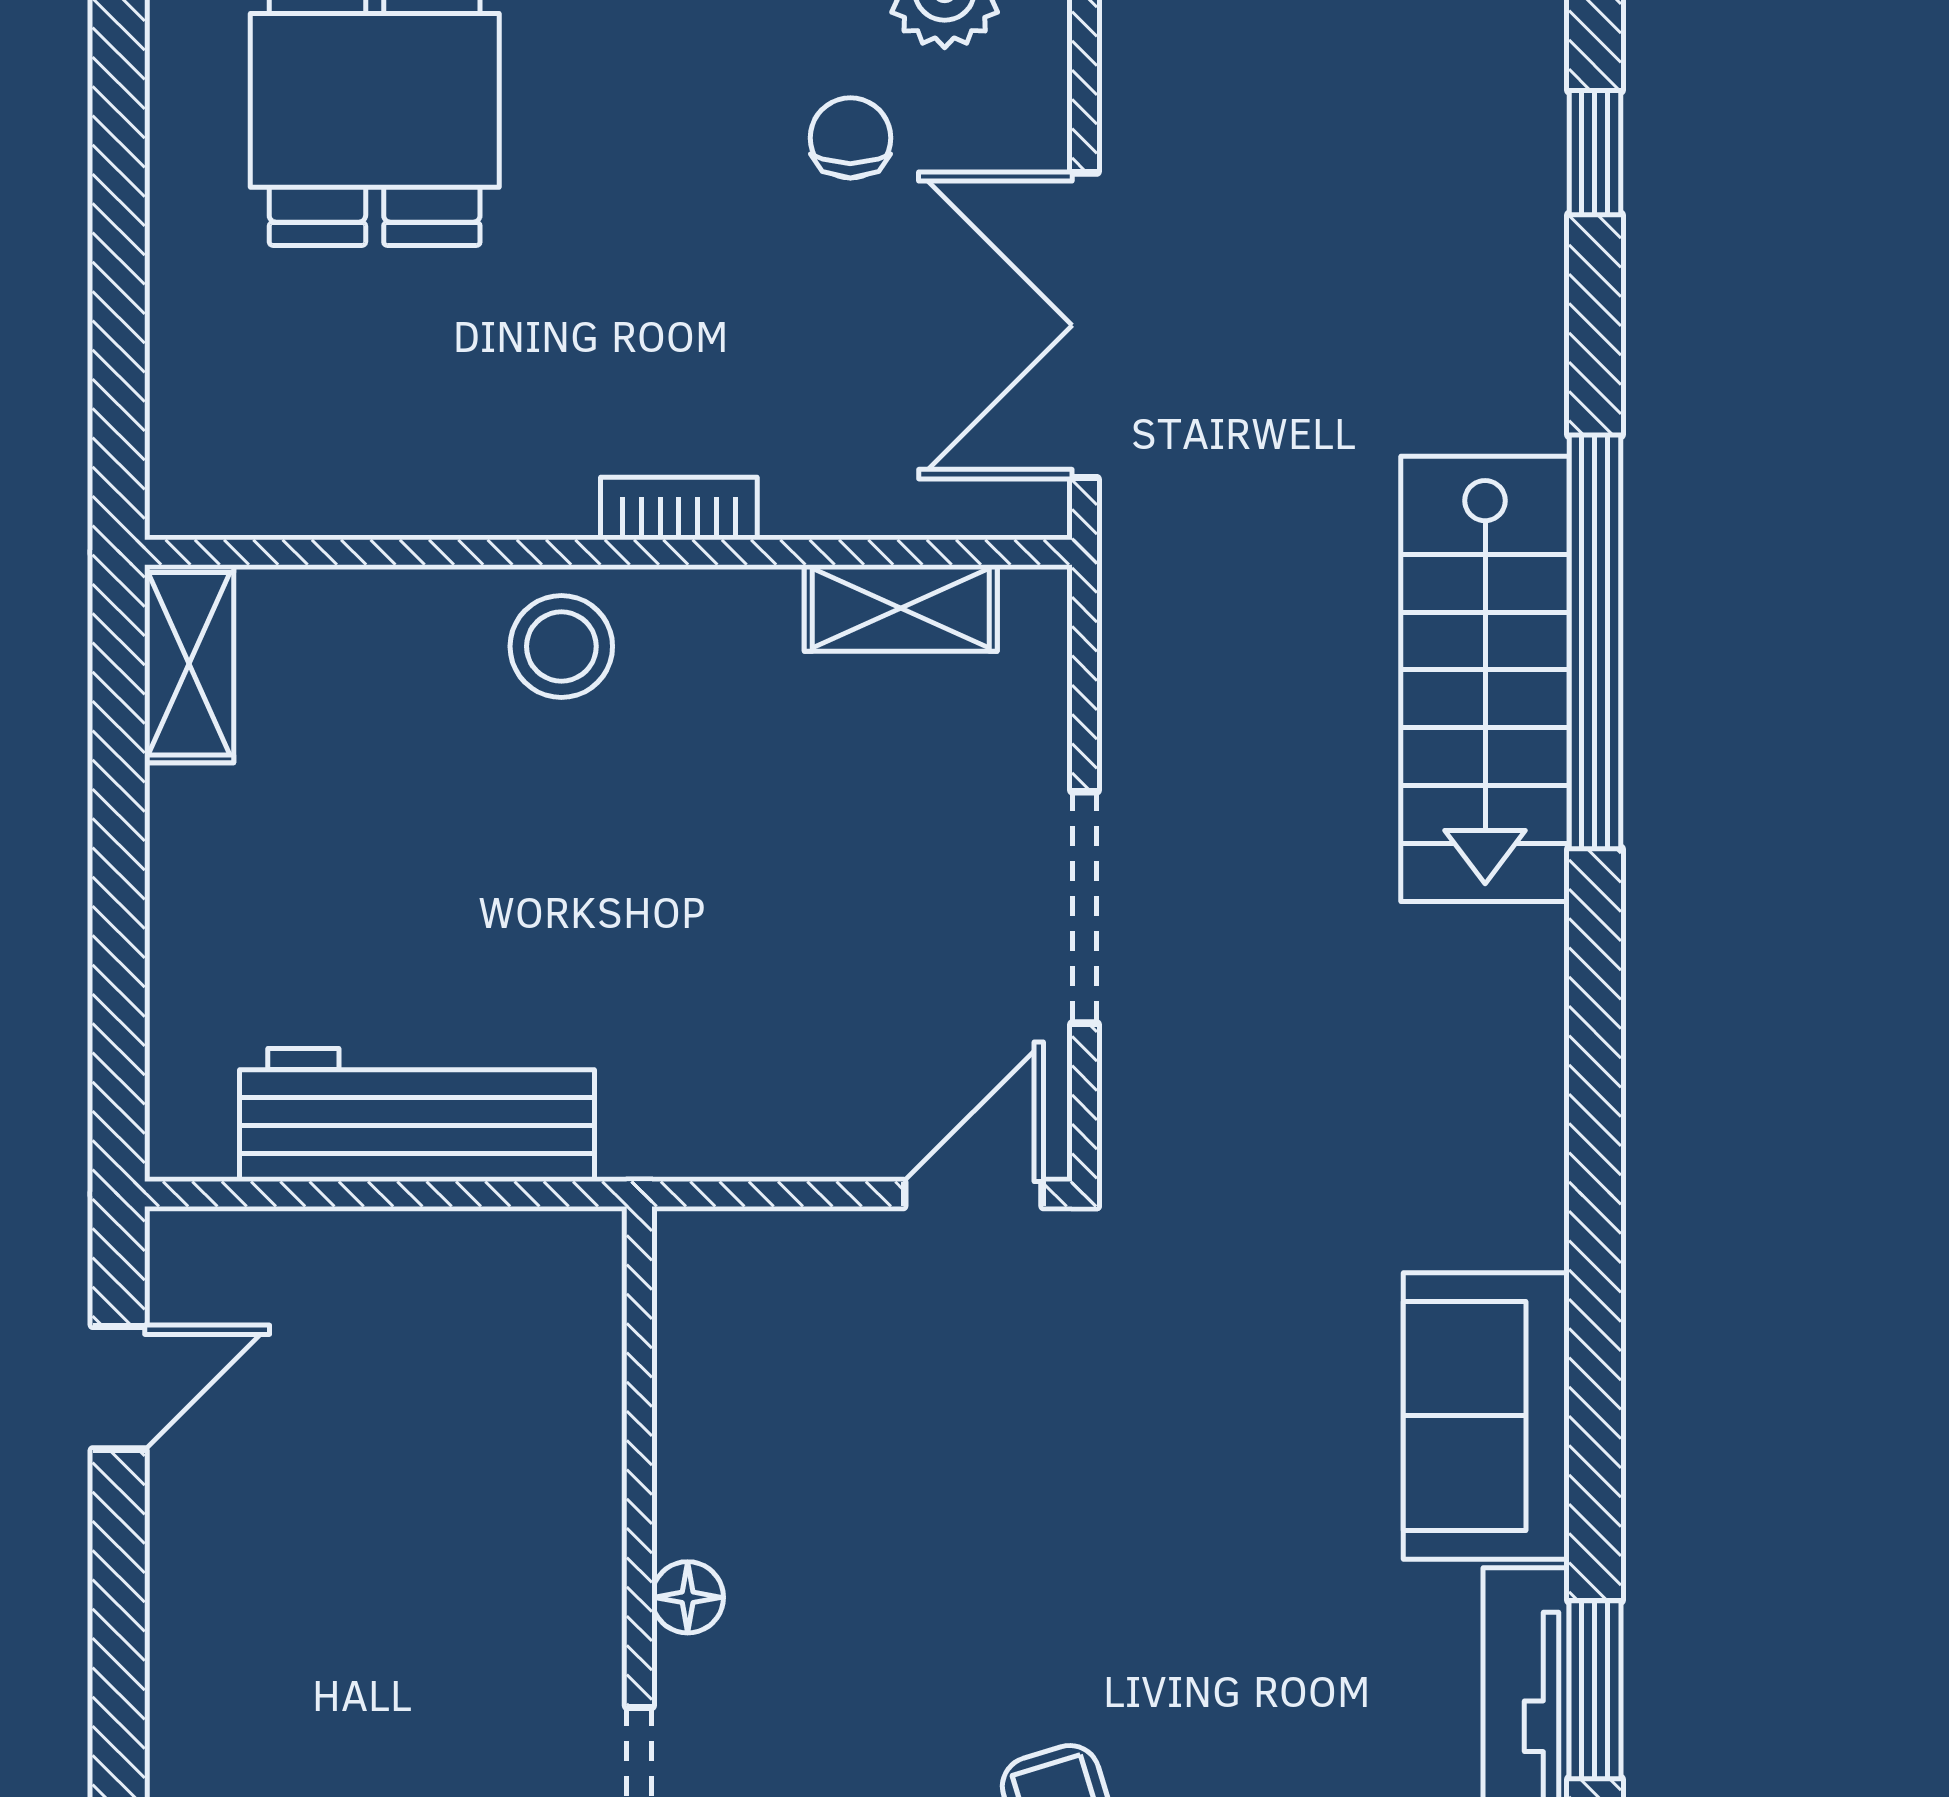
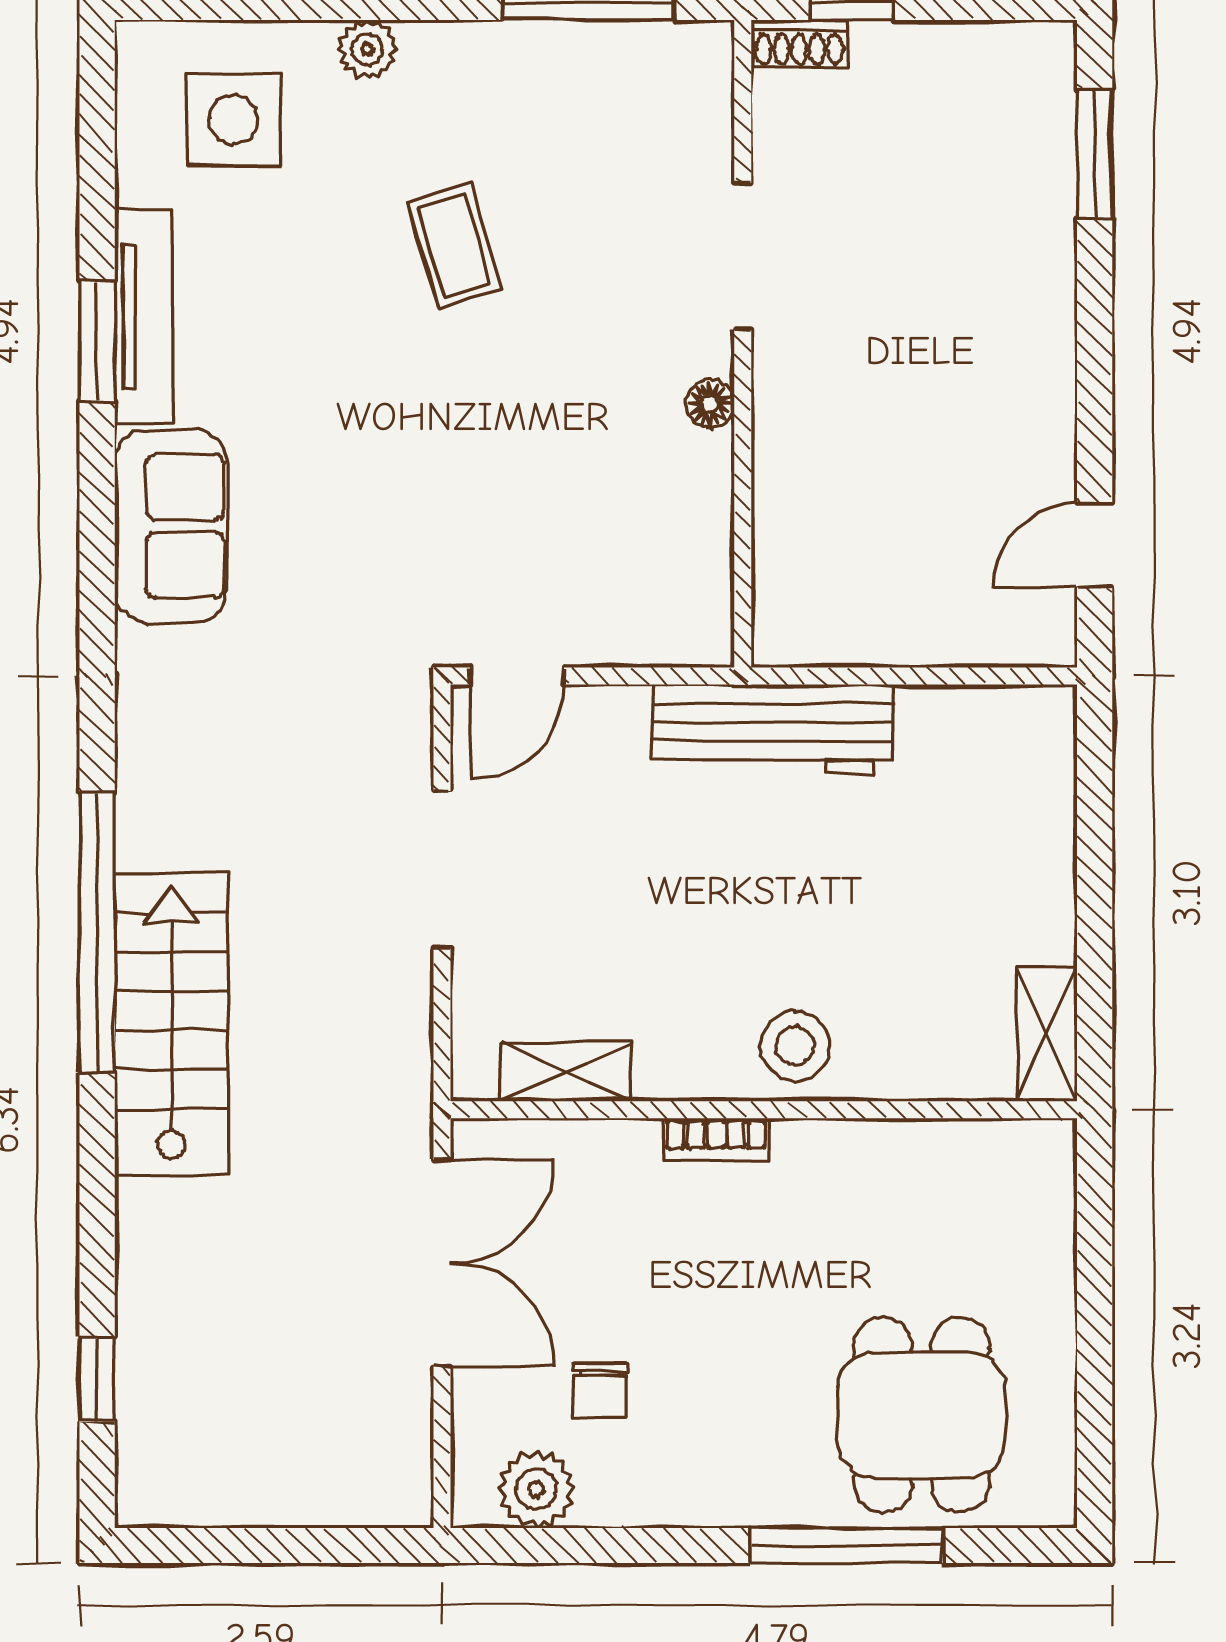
window: (1595, 642) -> (97, 933), moved
workbench: (417, 1115) -> (773, 729), moved

